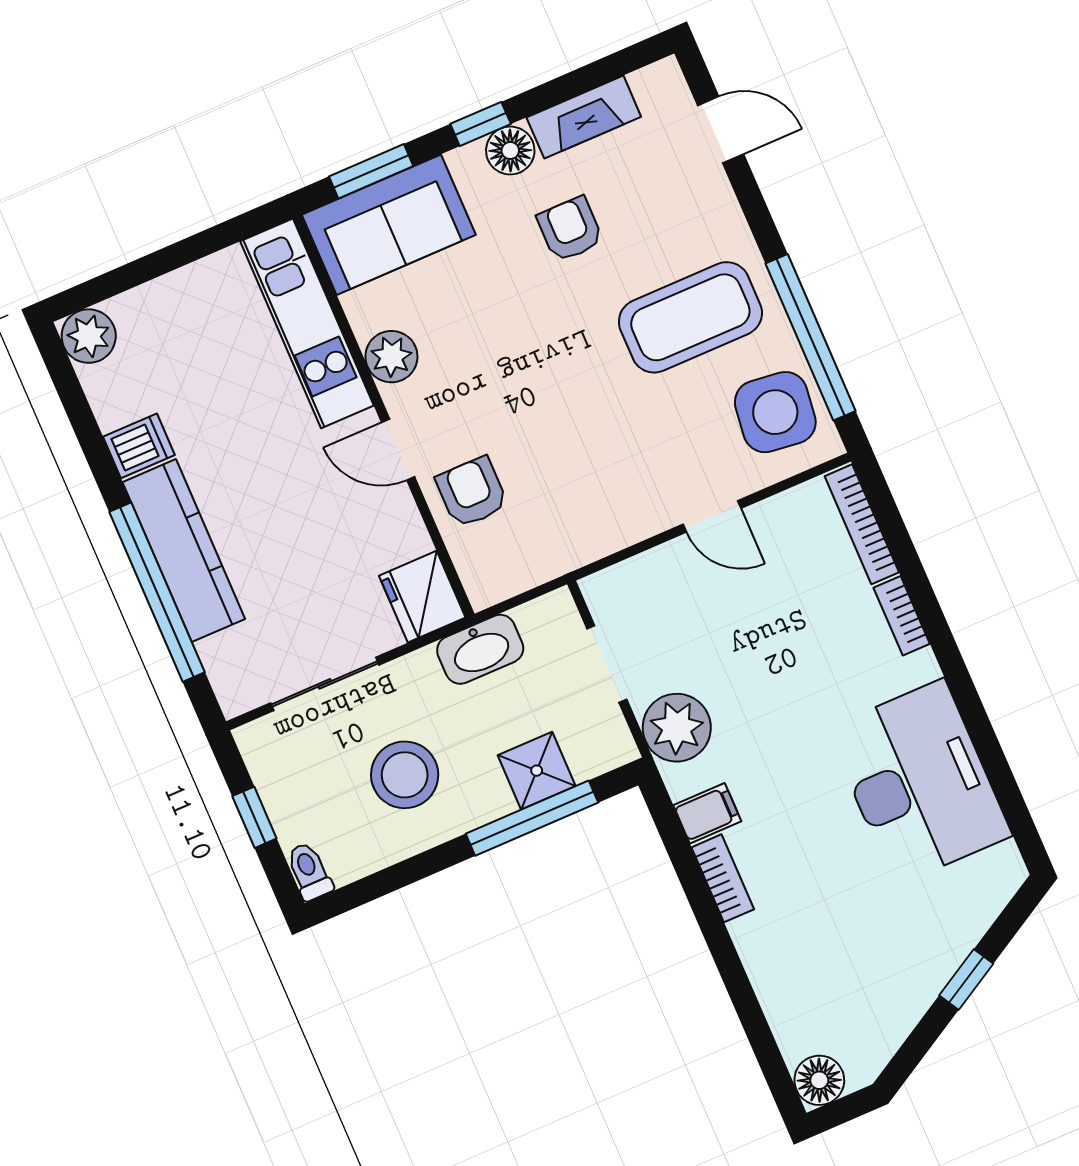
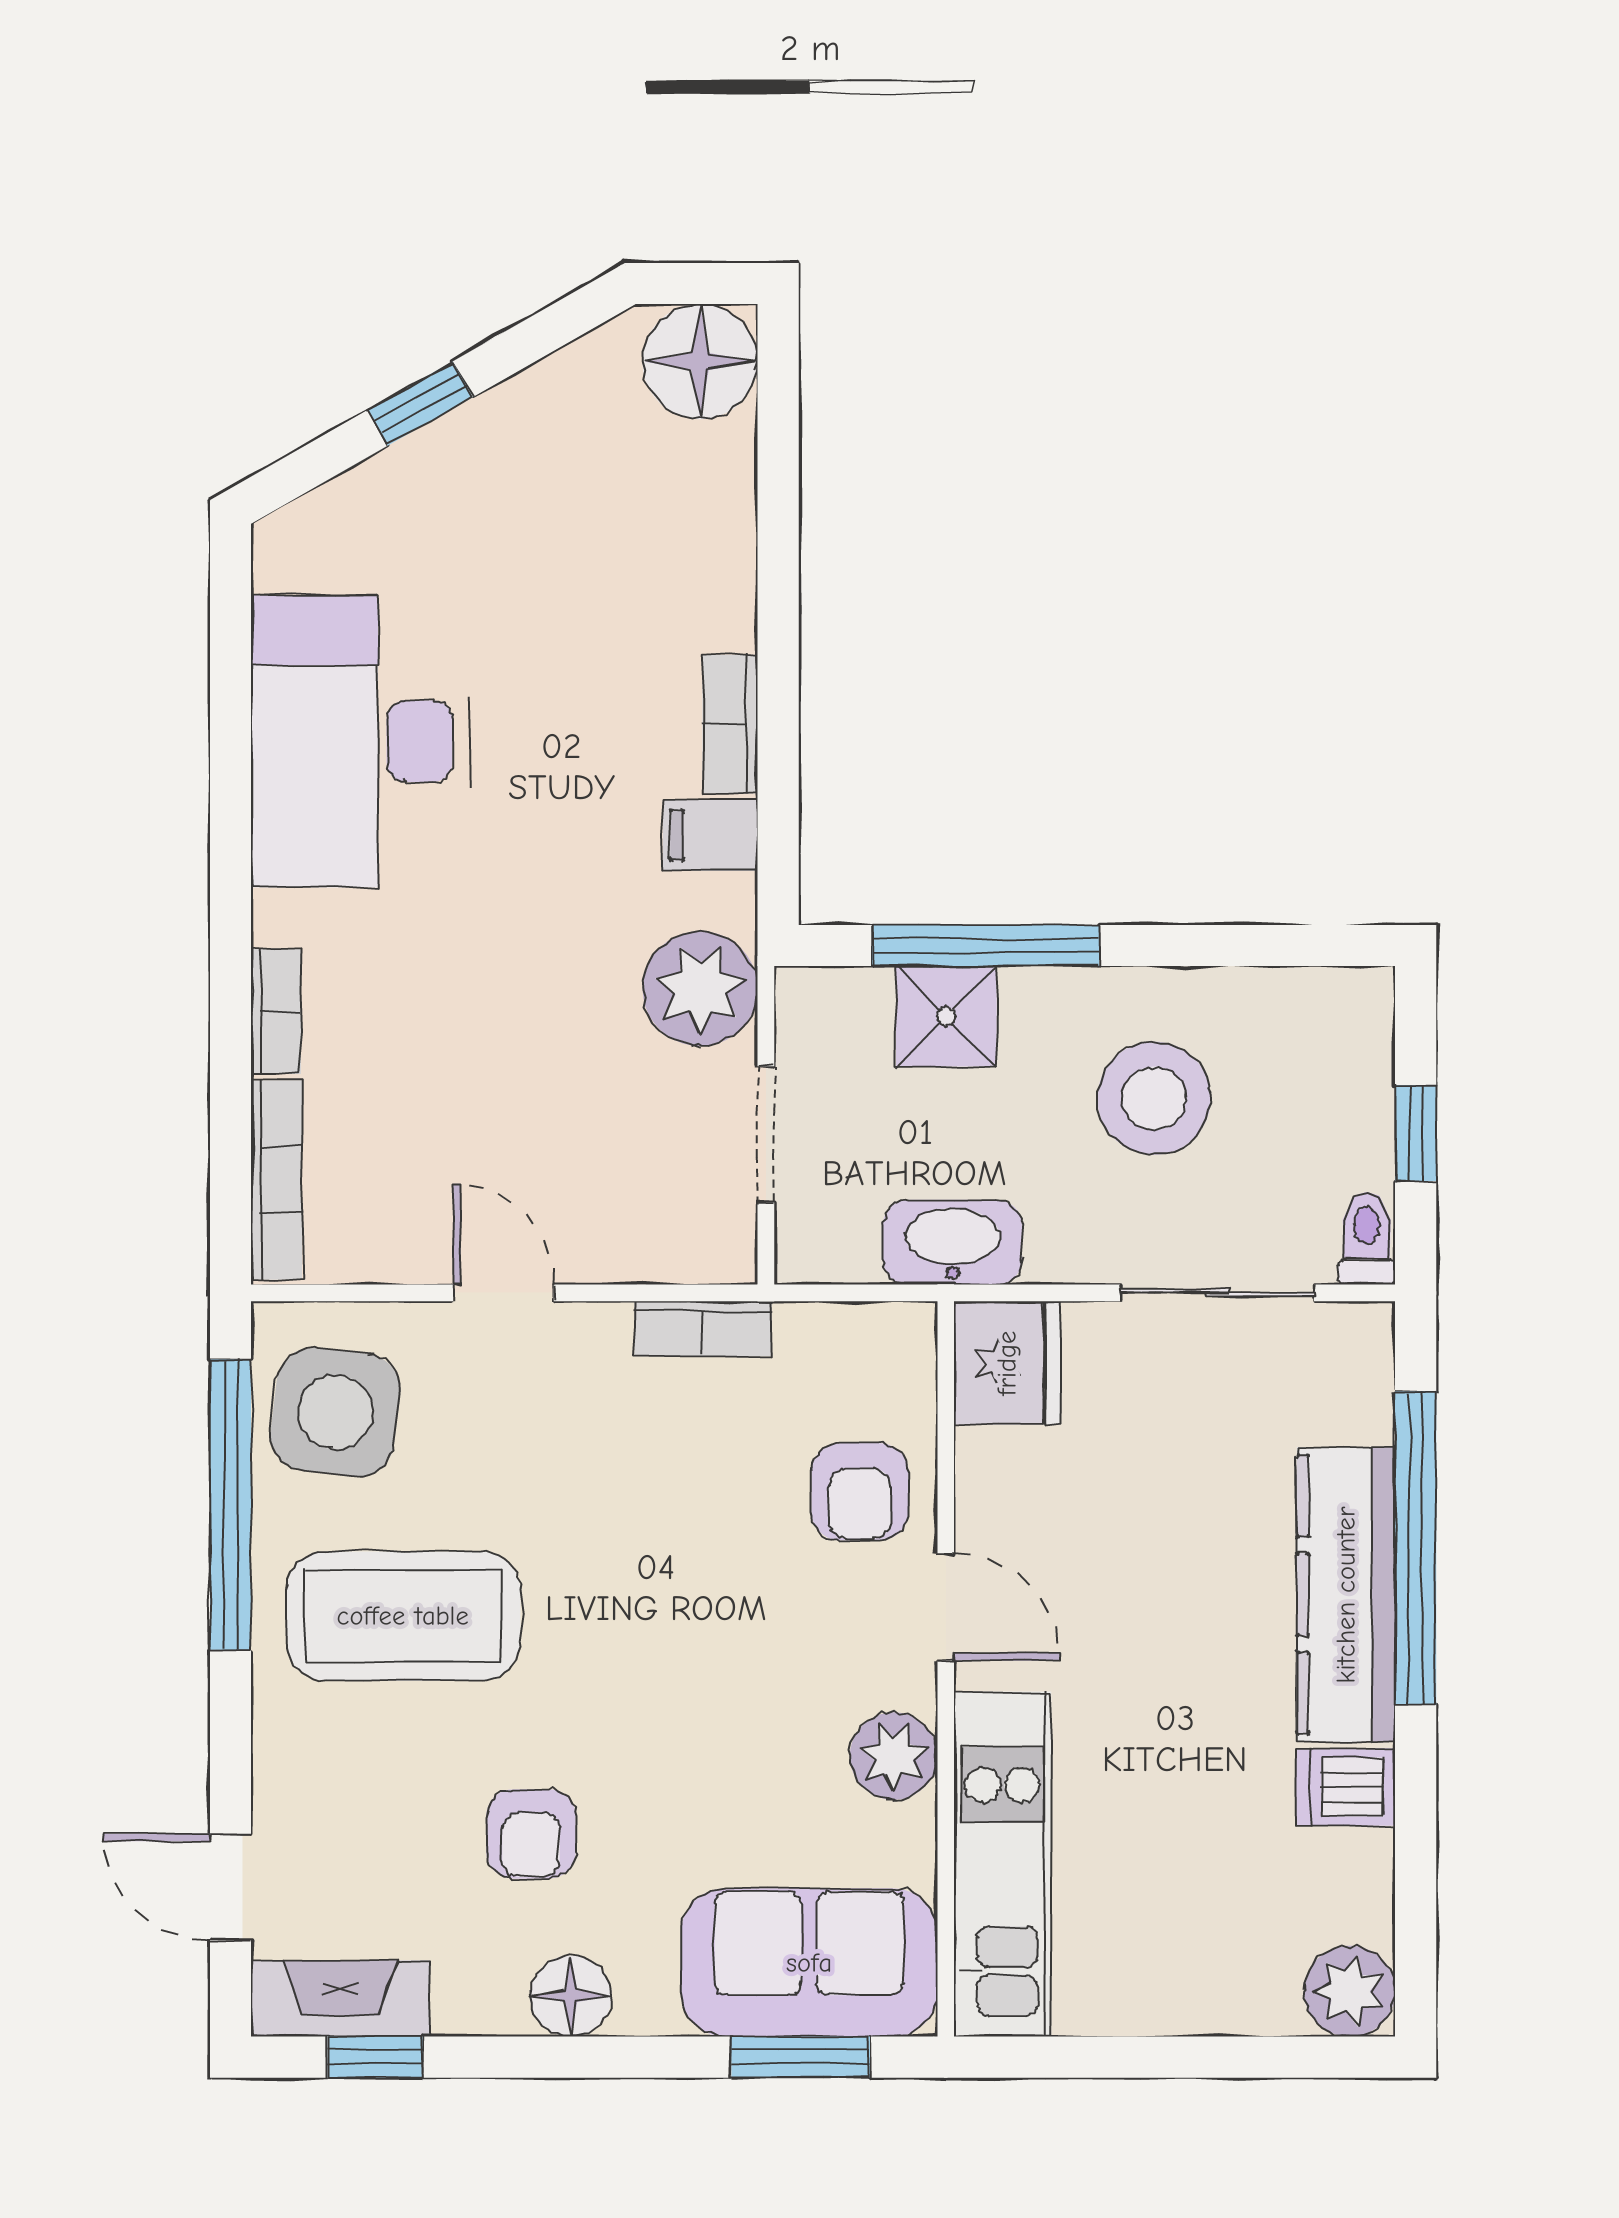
fireplace: (584, 117) -> (340, 1999), moved
window: (481, 124) -> (375, 2057), moved
bookcase: (595, 544) -> (703, 1329), added
toilet: (309, 871) -> (1367, 1238), moved, turned 180
floor lamp: (819, 1080) -> (700, 362), width x1.38, depth x1.38

